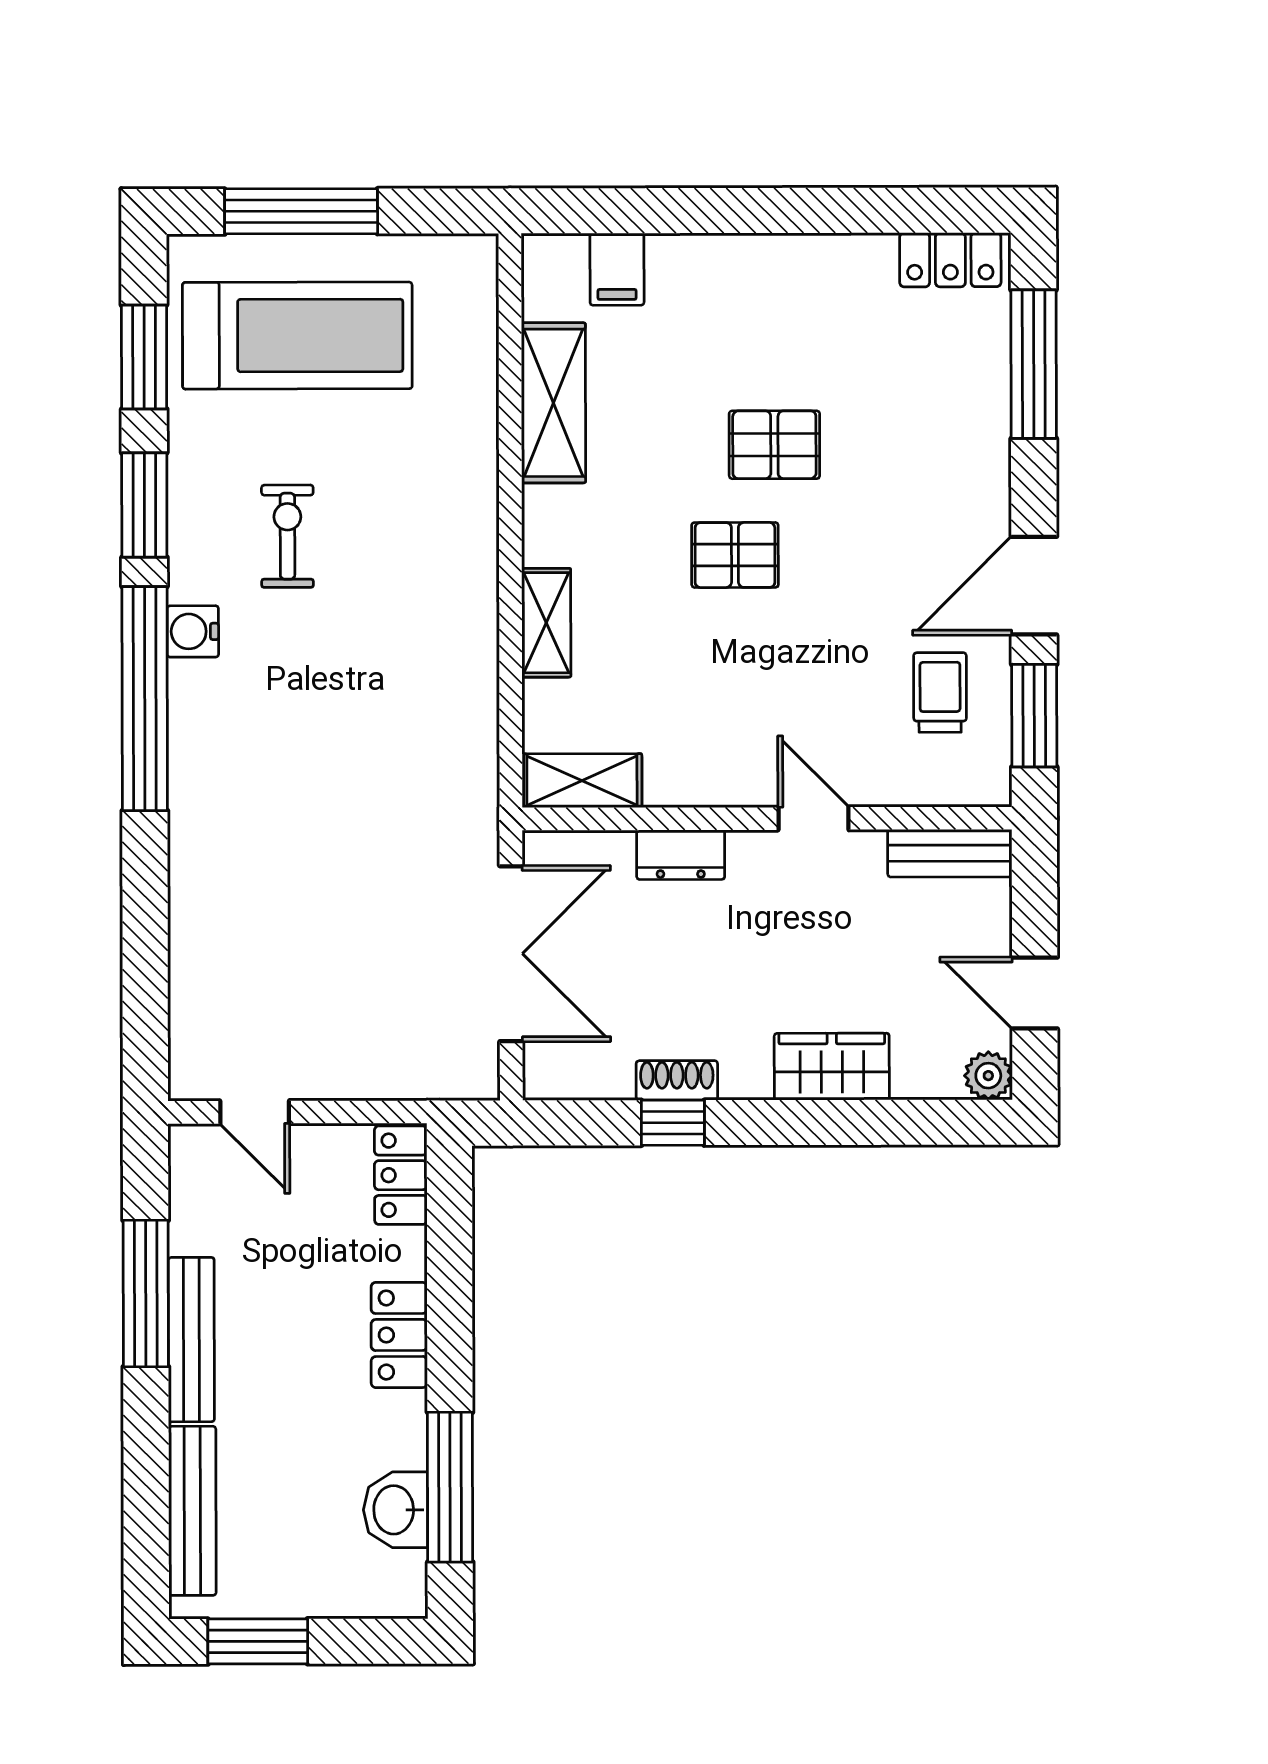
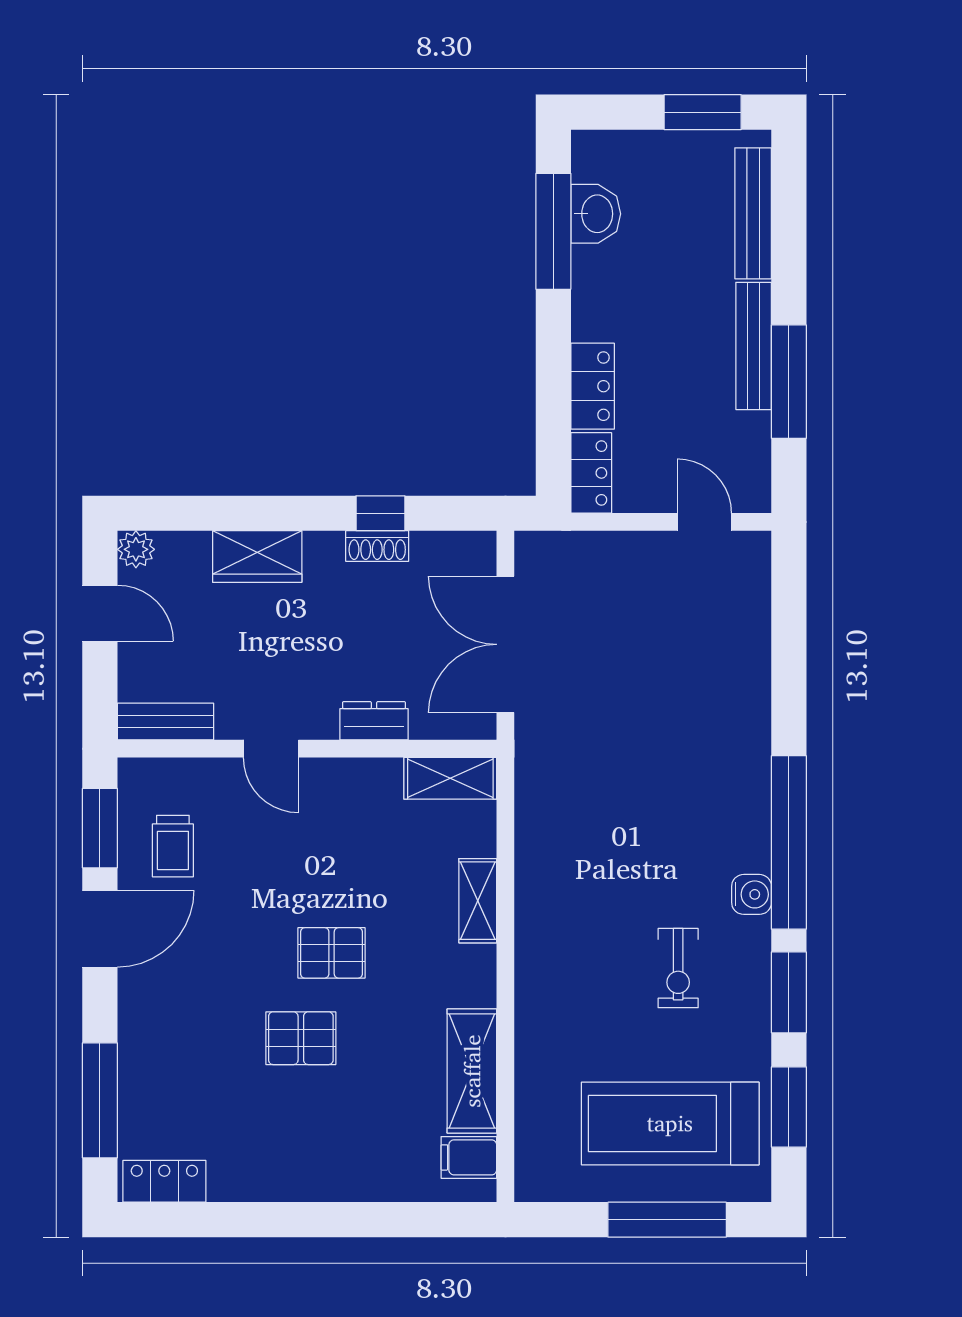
filing cabinet: (617, 269) -> (469, 1157), moved, turned -90
locker: (399, 1335) -> (593, 386), moved

